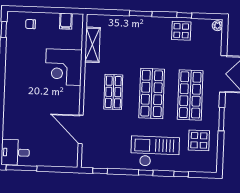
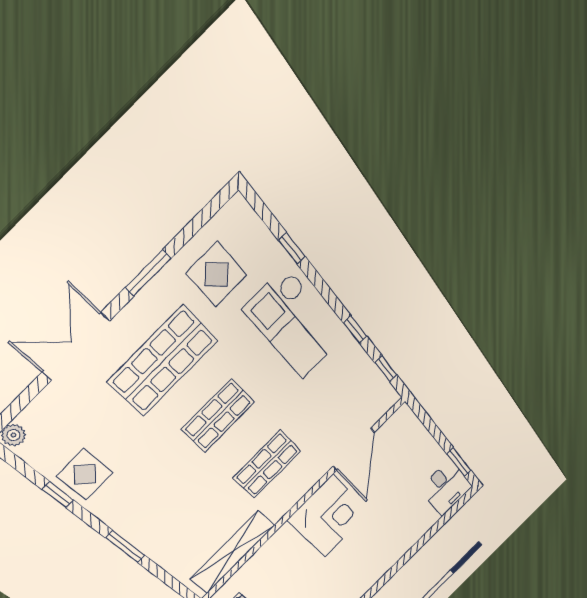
shelving: (92, 45) -> (233, 552), width x1.47
corner desk: (64, 67) -> (329, 516), moved
shop shelf: (152, 93) -> (218, 416), width x0.70, depth x0.74
window: (21, 168) -> (459, 462), width x0.69
window: (146, 173) -> (355, 329), moved

